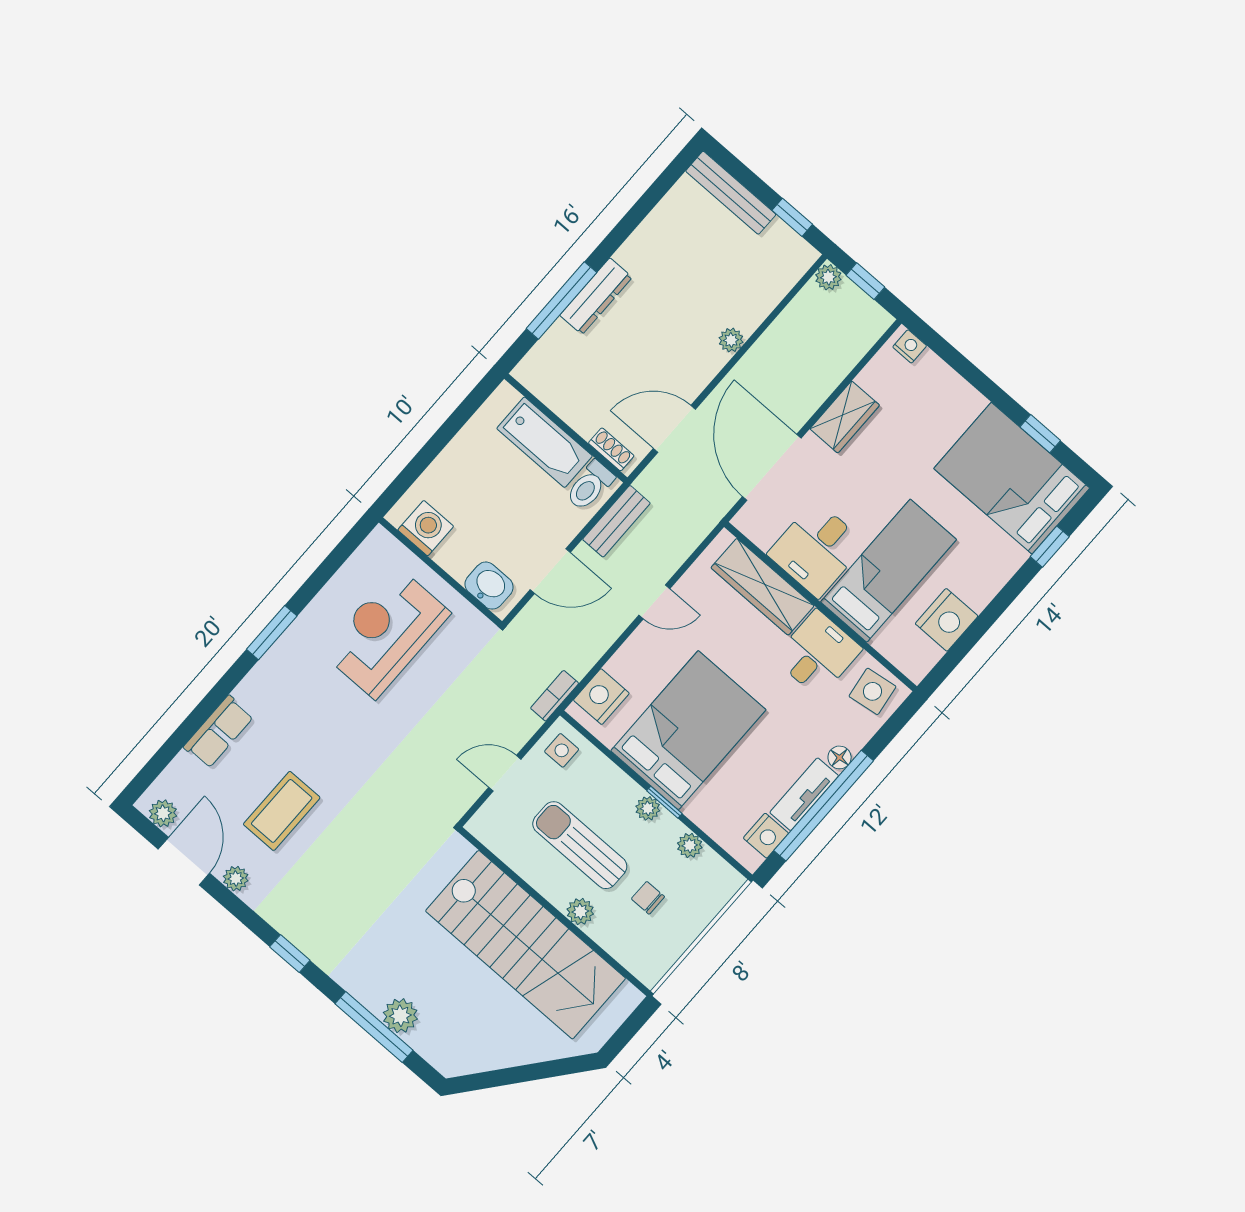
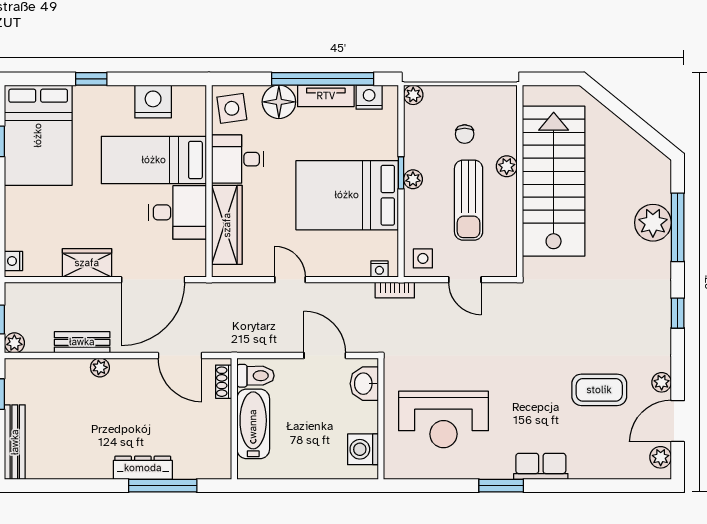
bench: (616, 521) -> (82, 342), moved
window: (1050, 547) -> (91, 79), moved
nightstand: (601, 697) -> (379, 269), width x0.53, depth x0.56
row of seats: (219, 732) -> (541, 466), moved
floor lamp: (840, 757) -> (279, 102), width x1.89, depth x1.89
plant: (690, 845) -> (413, 95), moved
plant: (400, 1016) -> (653, 223), width x1.36, depth x1.36

